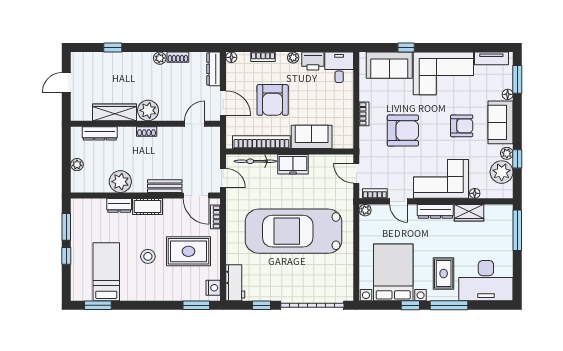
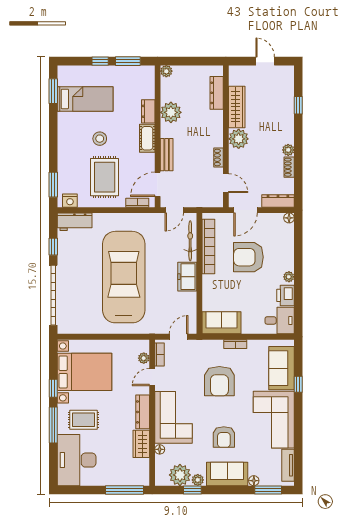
bookcase: (263, 57) -> (289, 248), removed
shoe rack: (147, 132) -> (218, 158), moved
sofa: (312, 137) -> (222, 323), moved, turned -90
plant: (77, 165) -> (166, 71), moved
plant: (365, 210) -> (144, 358), moved

